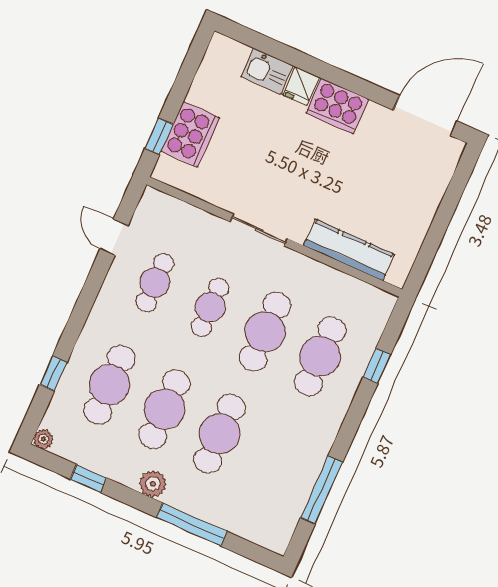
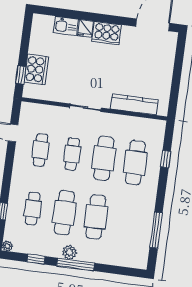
cafe table: (110, 385) -> (33, 208), width x0.73, depth x0.74
window: (192, 524) -> (76, 264), moved

